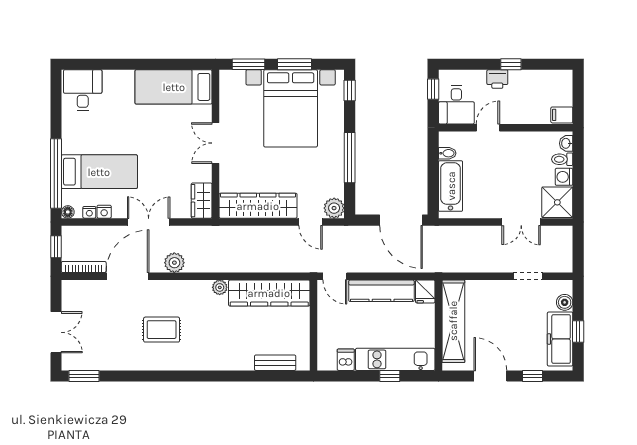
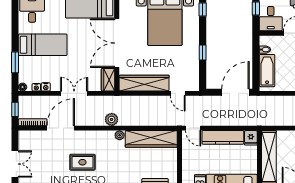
double door: (216, 143) -> (117, 43), width x1.87
window: (350, 158) -> (203, 52), width x0.46
bed: (99, 172) -> (43, 45), moved
window: (56, 173) -> (15, 62), width x0.47
plant: (334, 208) -> (193, 85), removed
door: (401, 220) -> (235, 92), swing flipped
plant: (174, 263) -> (112, 119), moved

